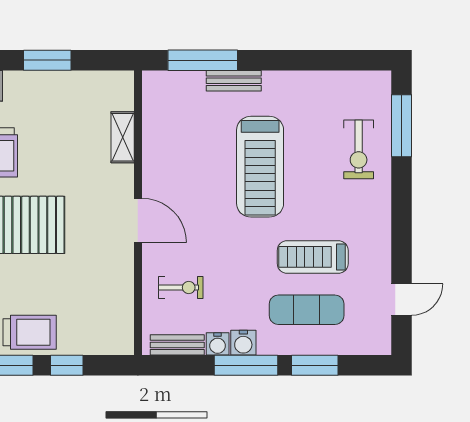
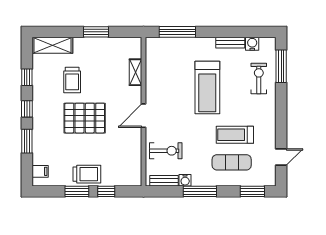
bench: (234, 81) -> (230, 43), moved
exercise bike: (359, 149) -> (259, 78), turned 180
door: (138, 220) -> (143, 116), swing flipped
exercise bike: (181, 288) -> (166, 151), width x1.38, depth x1.39
water cooler: (243, 343) -> (252, 44), moved, turned 180
window: (315, 365) -> (252, 191), moved

